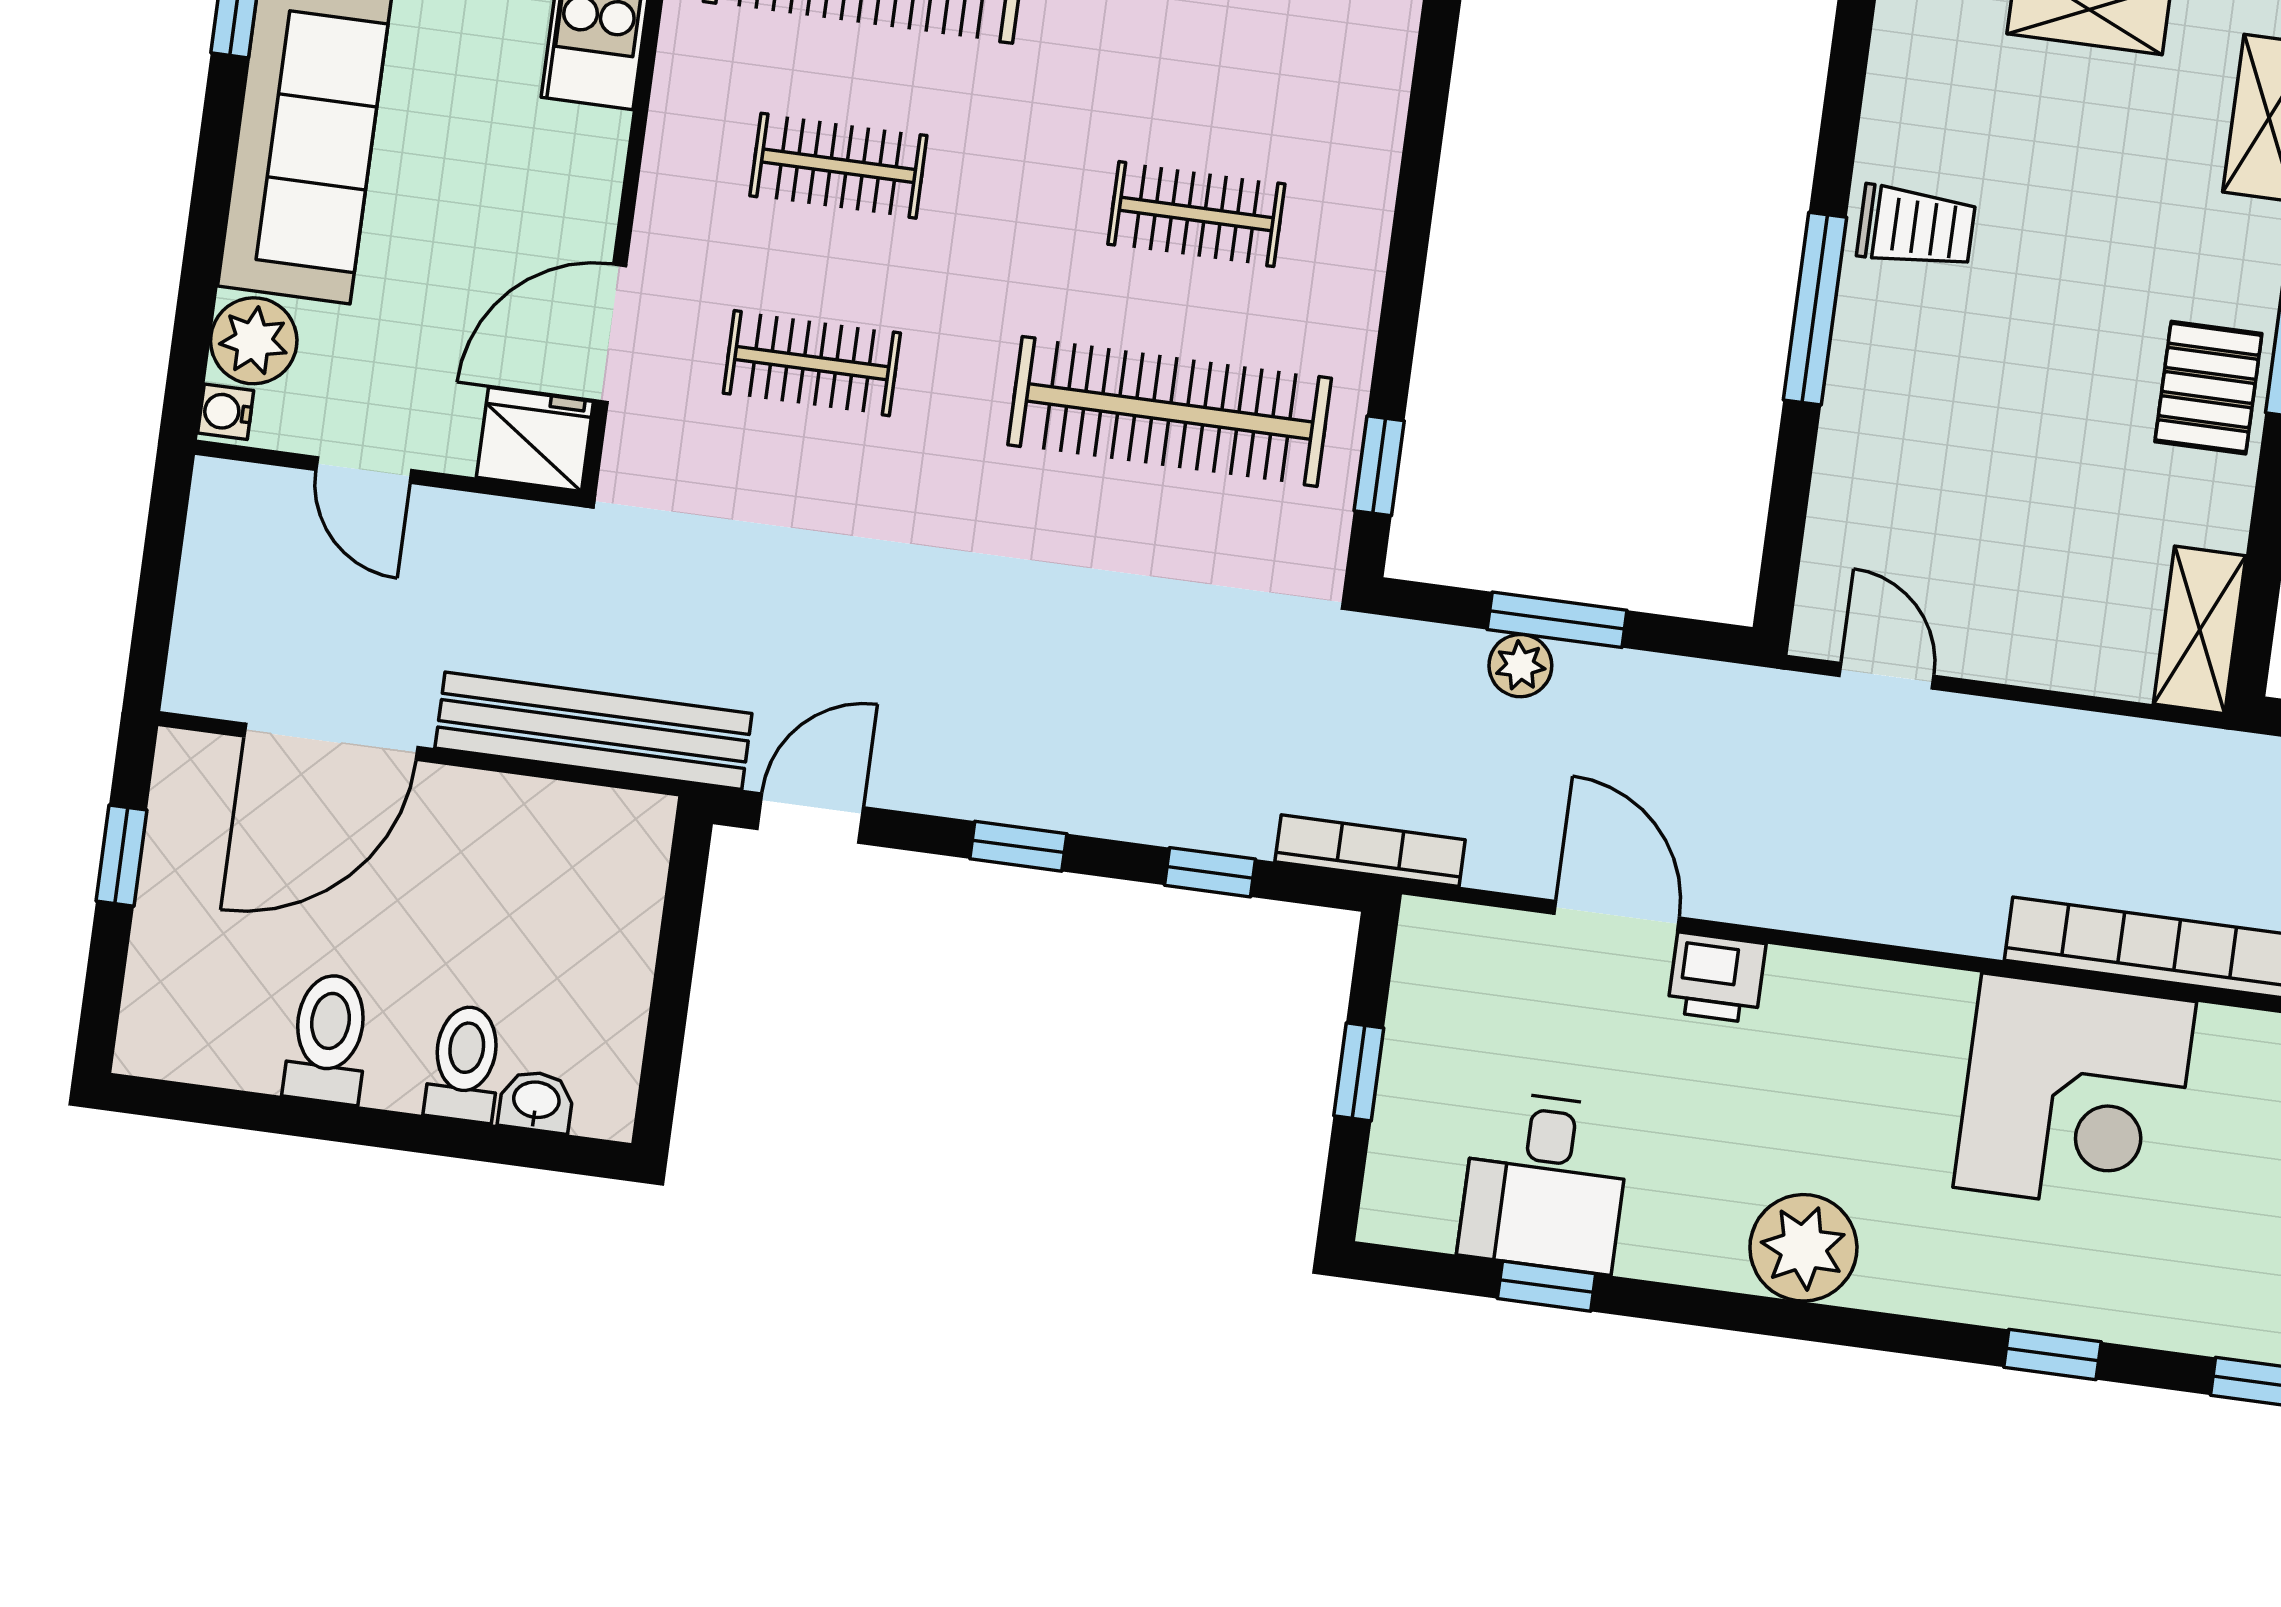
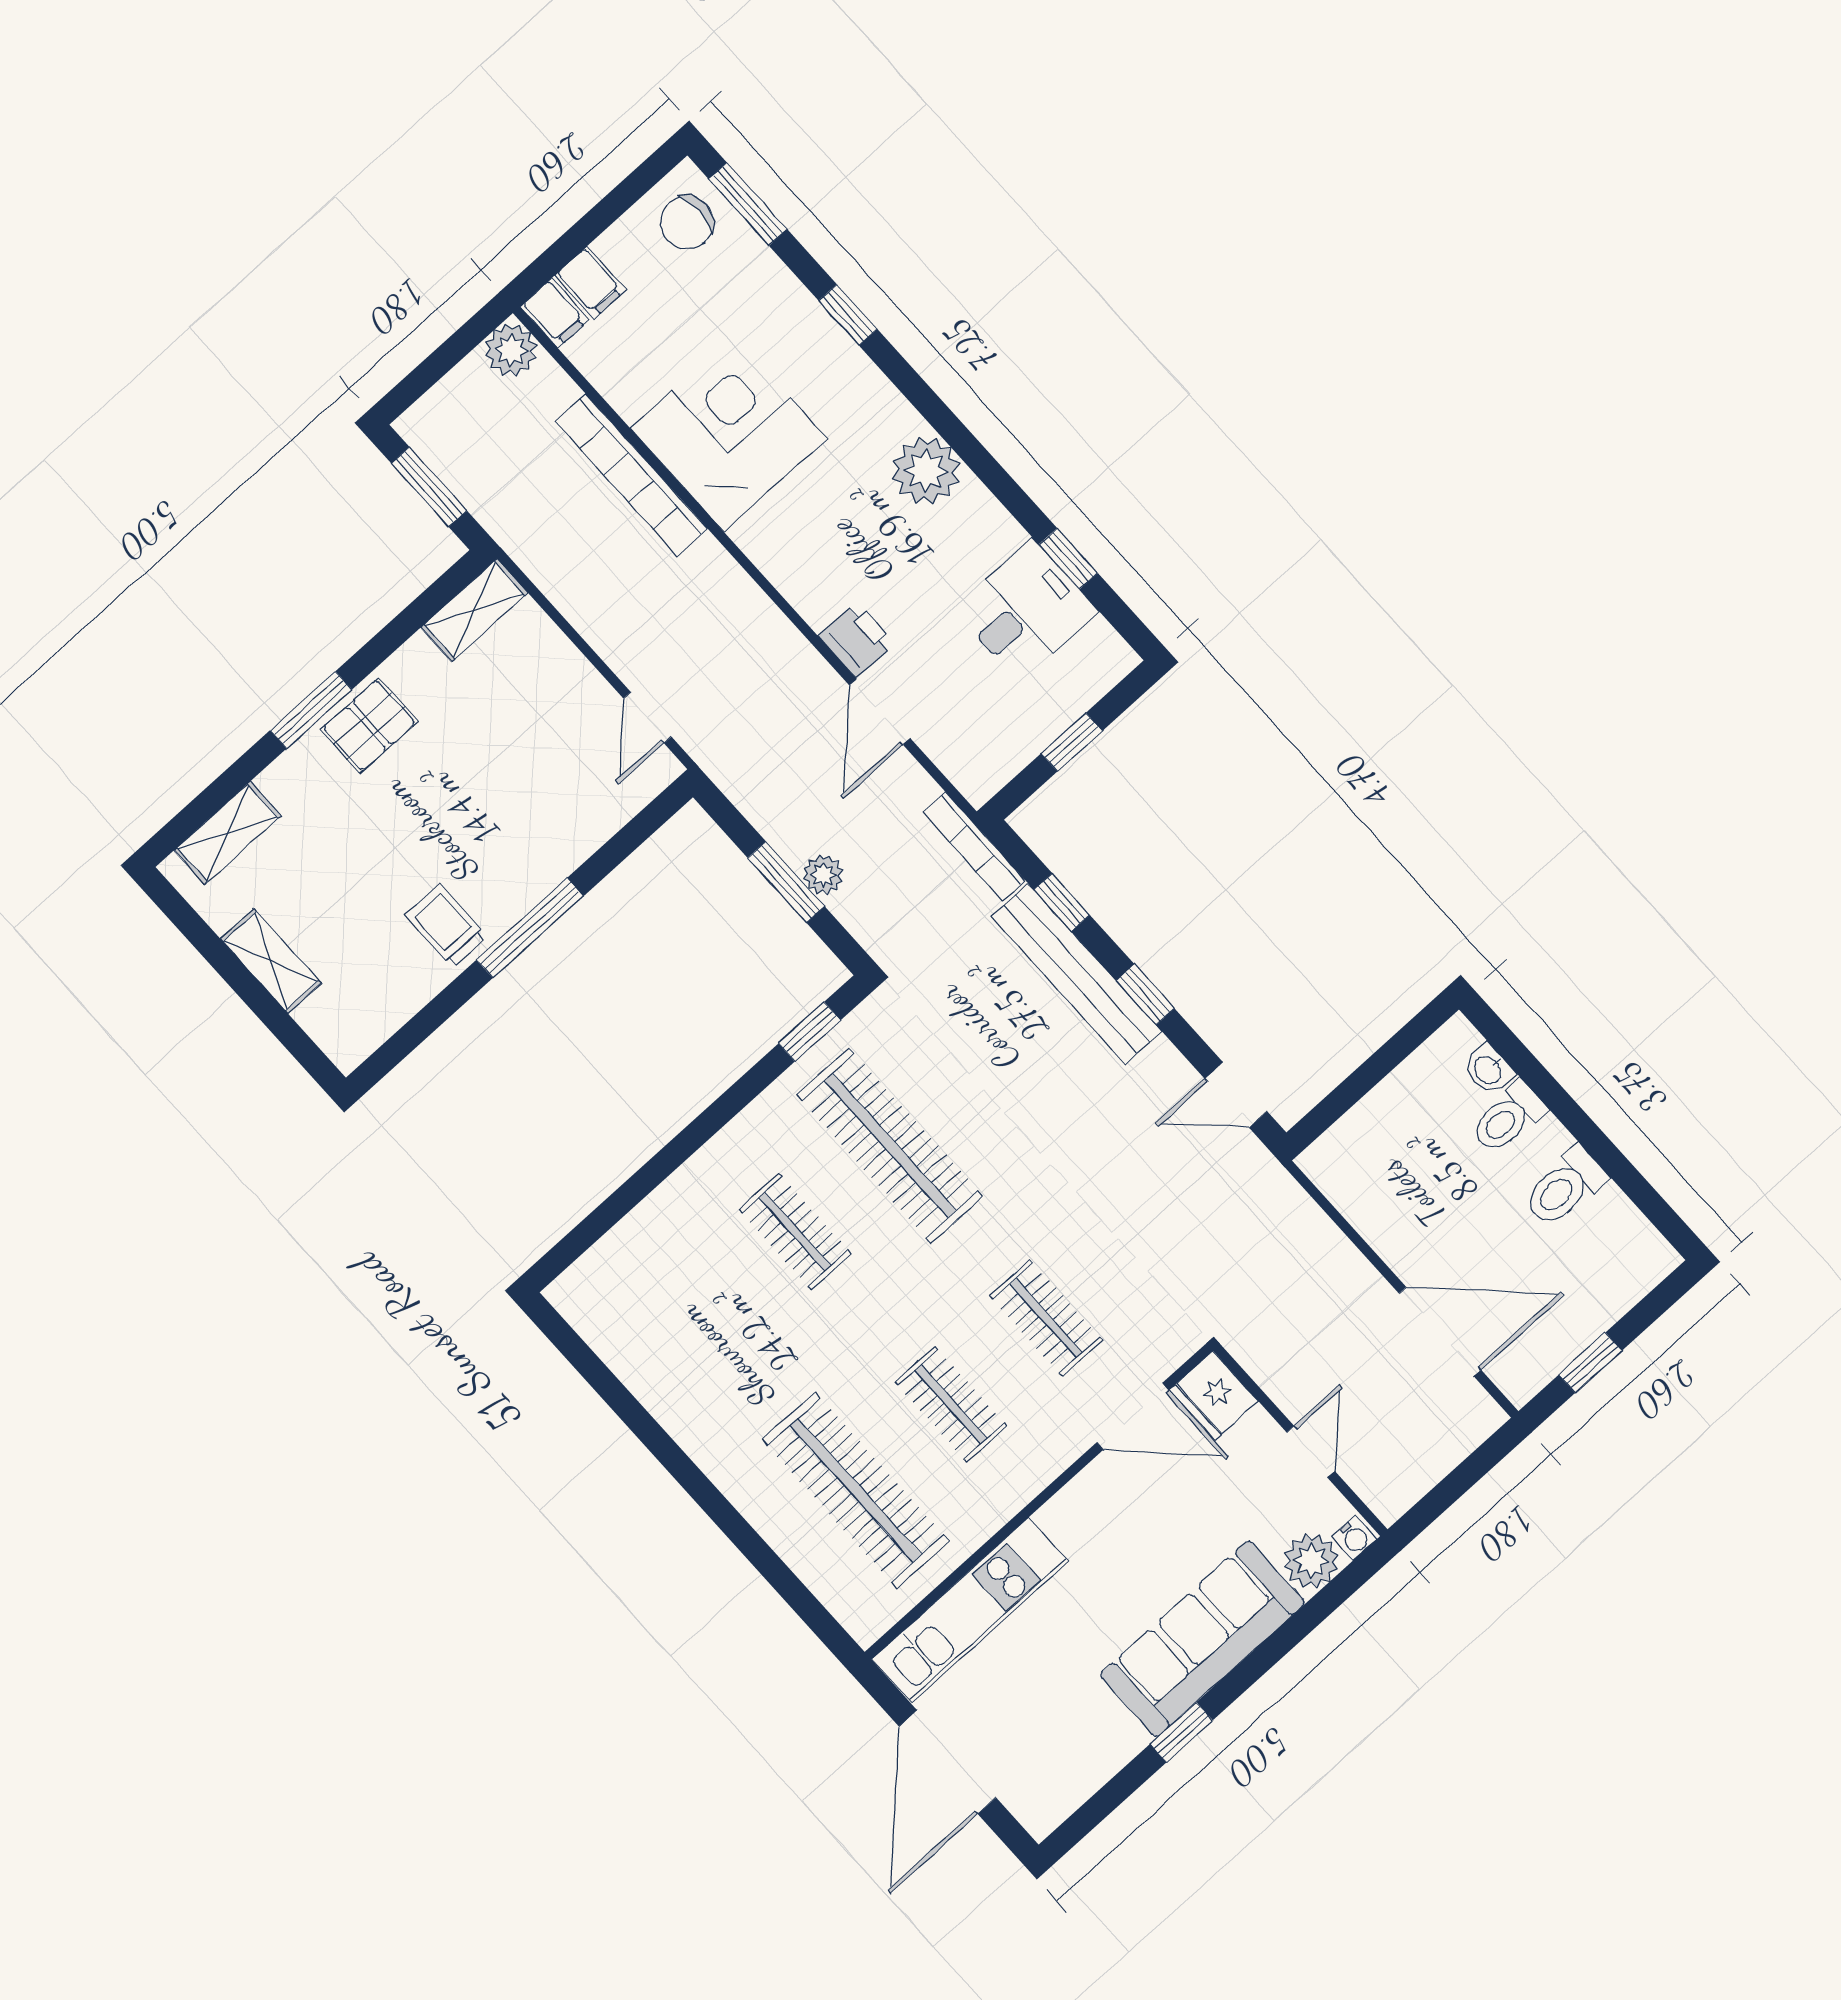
bench: (593, 731) -> (1077, 974), moved

